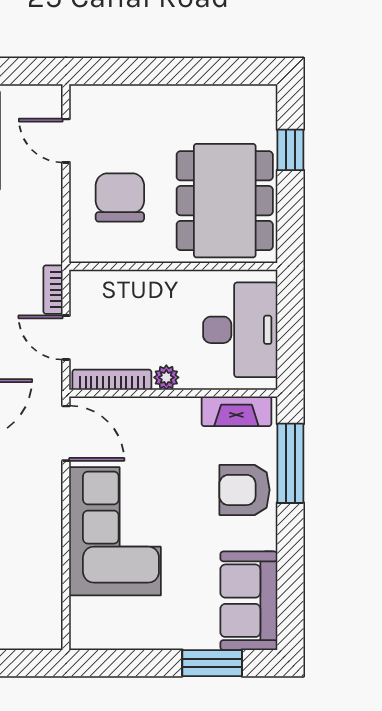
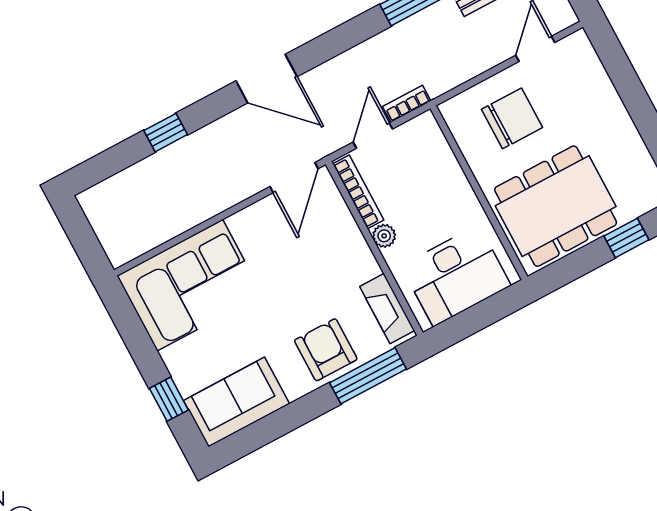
corner sofa: (115, 531) -> (190, 285), moved
window: (212, 663) -> (169, 399), width x0.67

